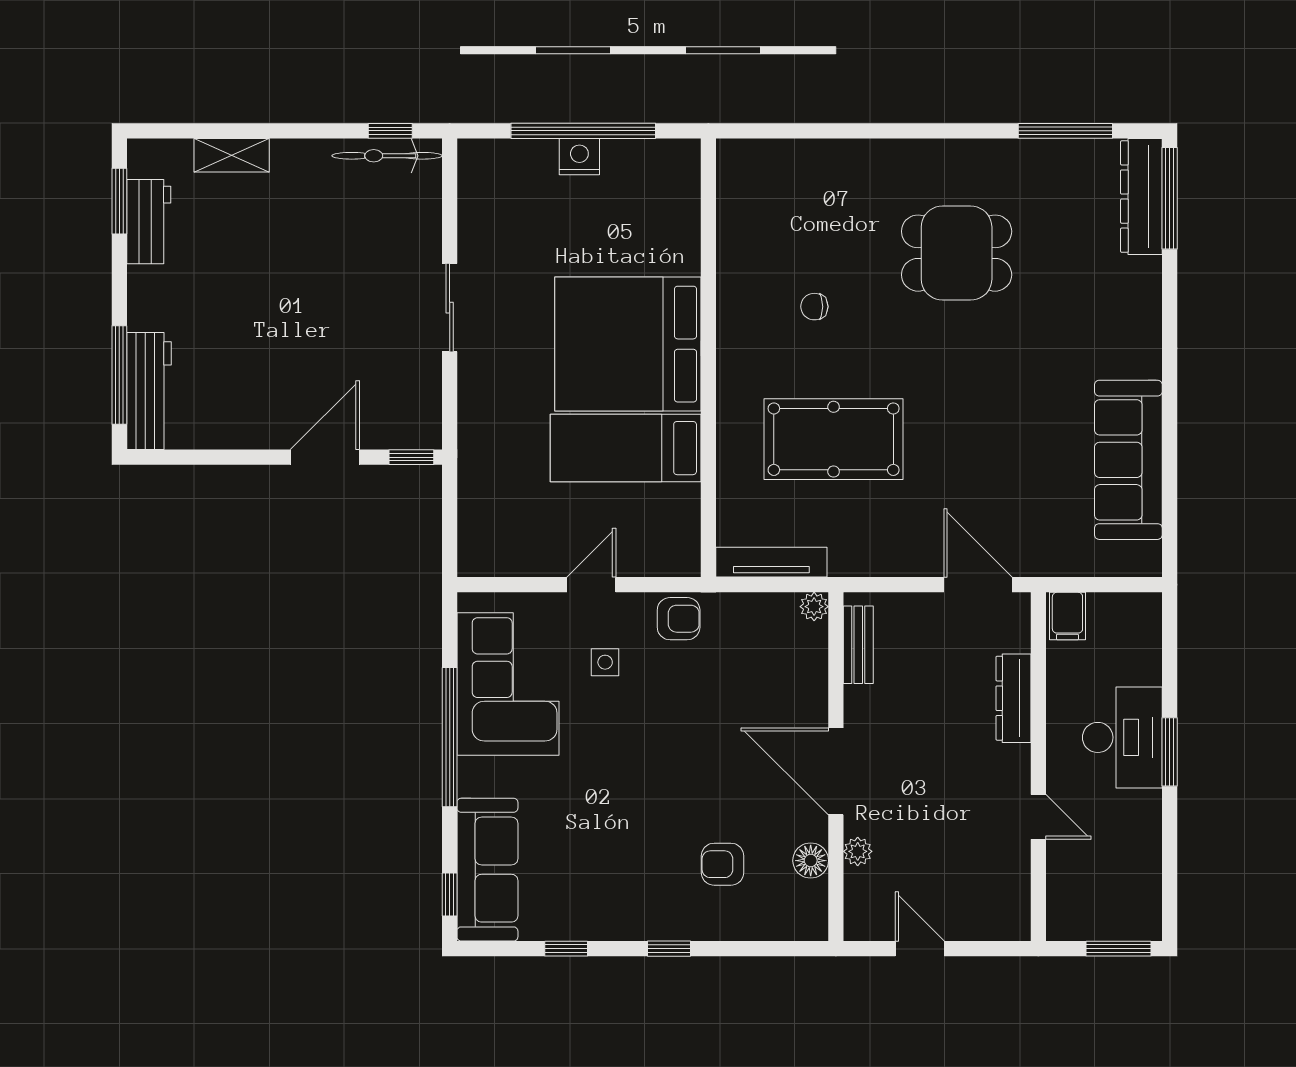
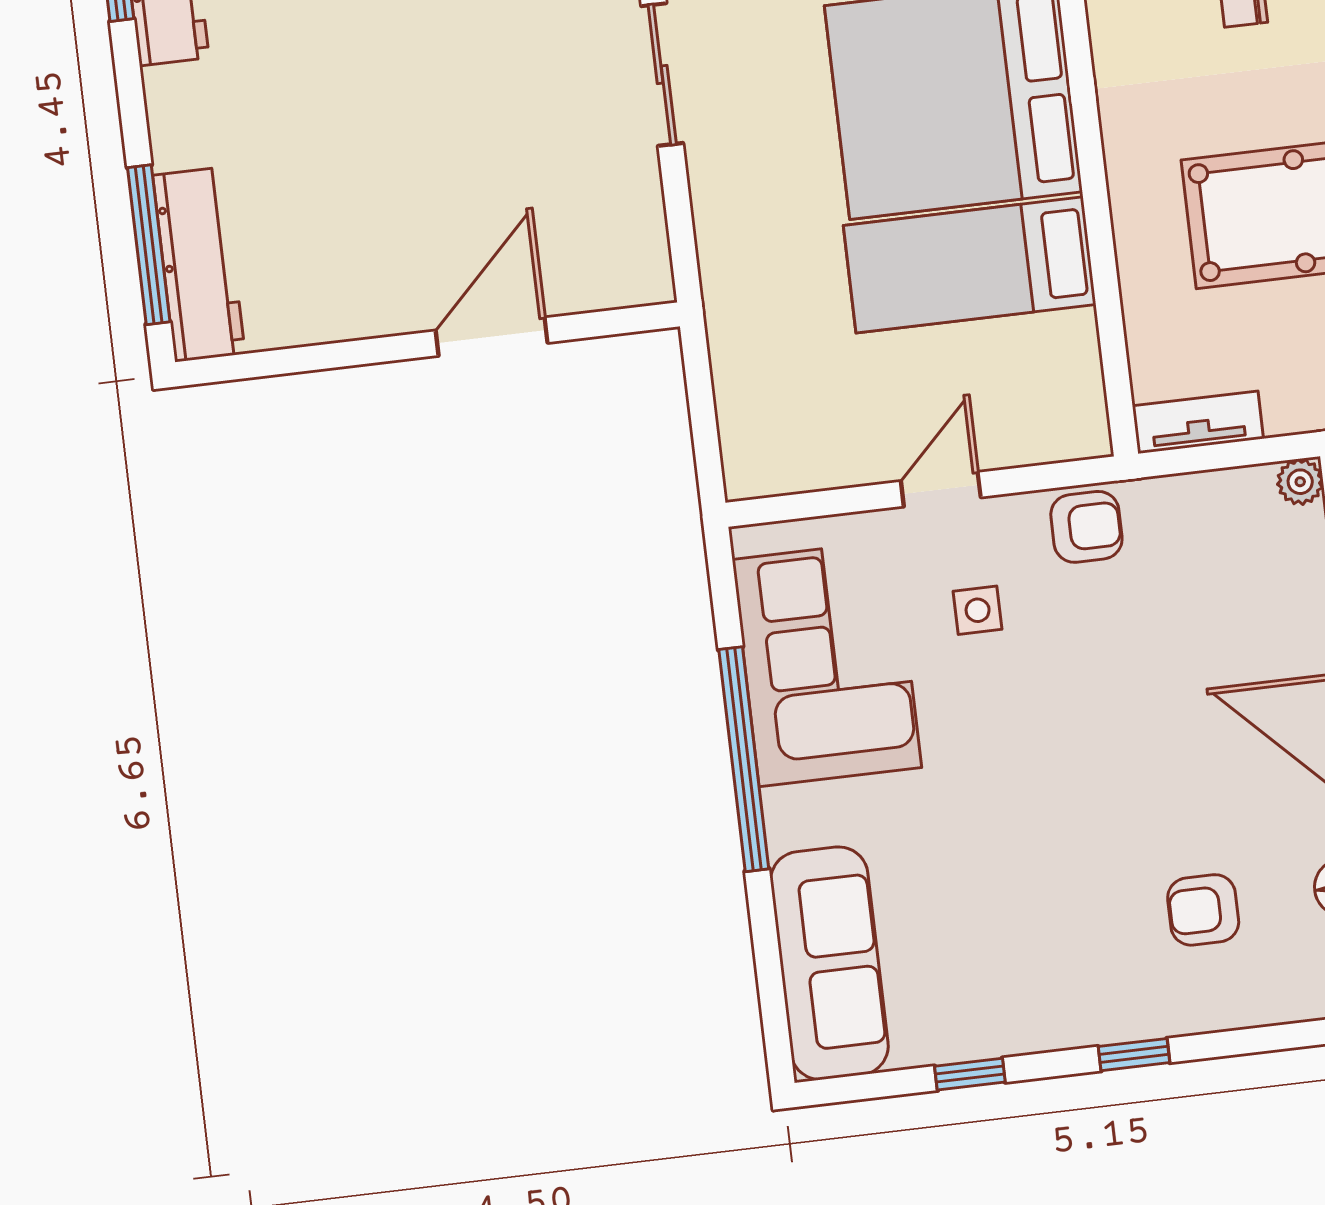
window: (411, 457) -> (630, 320), removed
tv unit: (771, 562) -> (1198, 422), width x0.71
window: (450, 895) -> (774, 1010), removed

